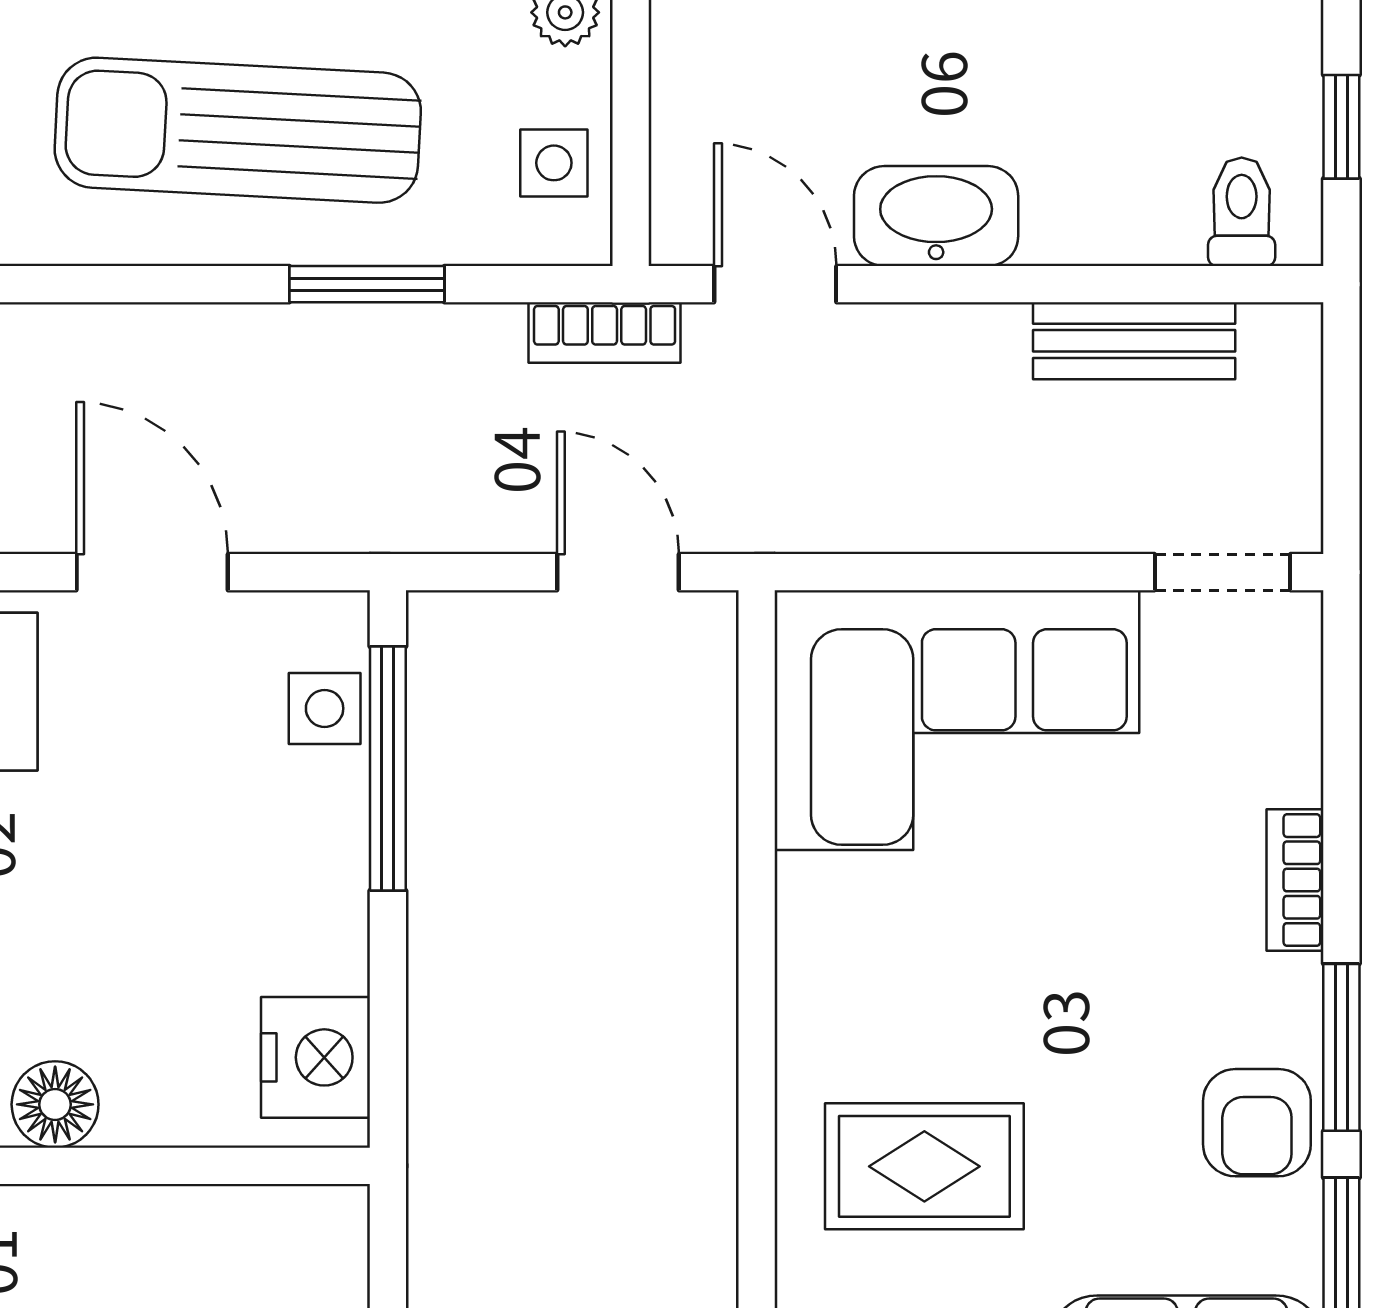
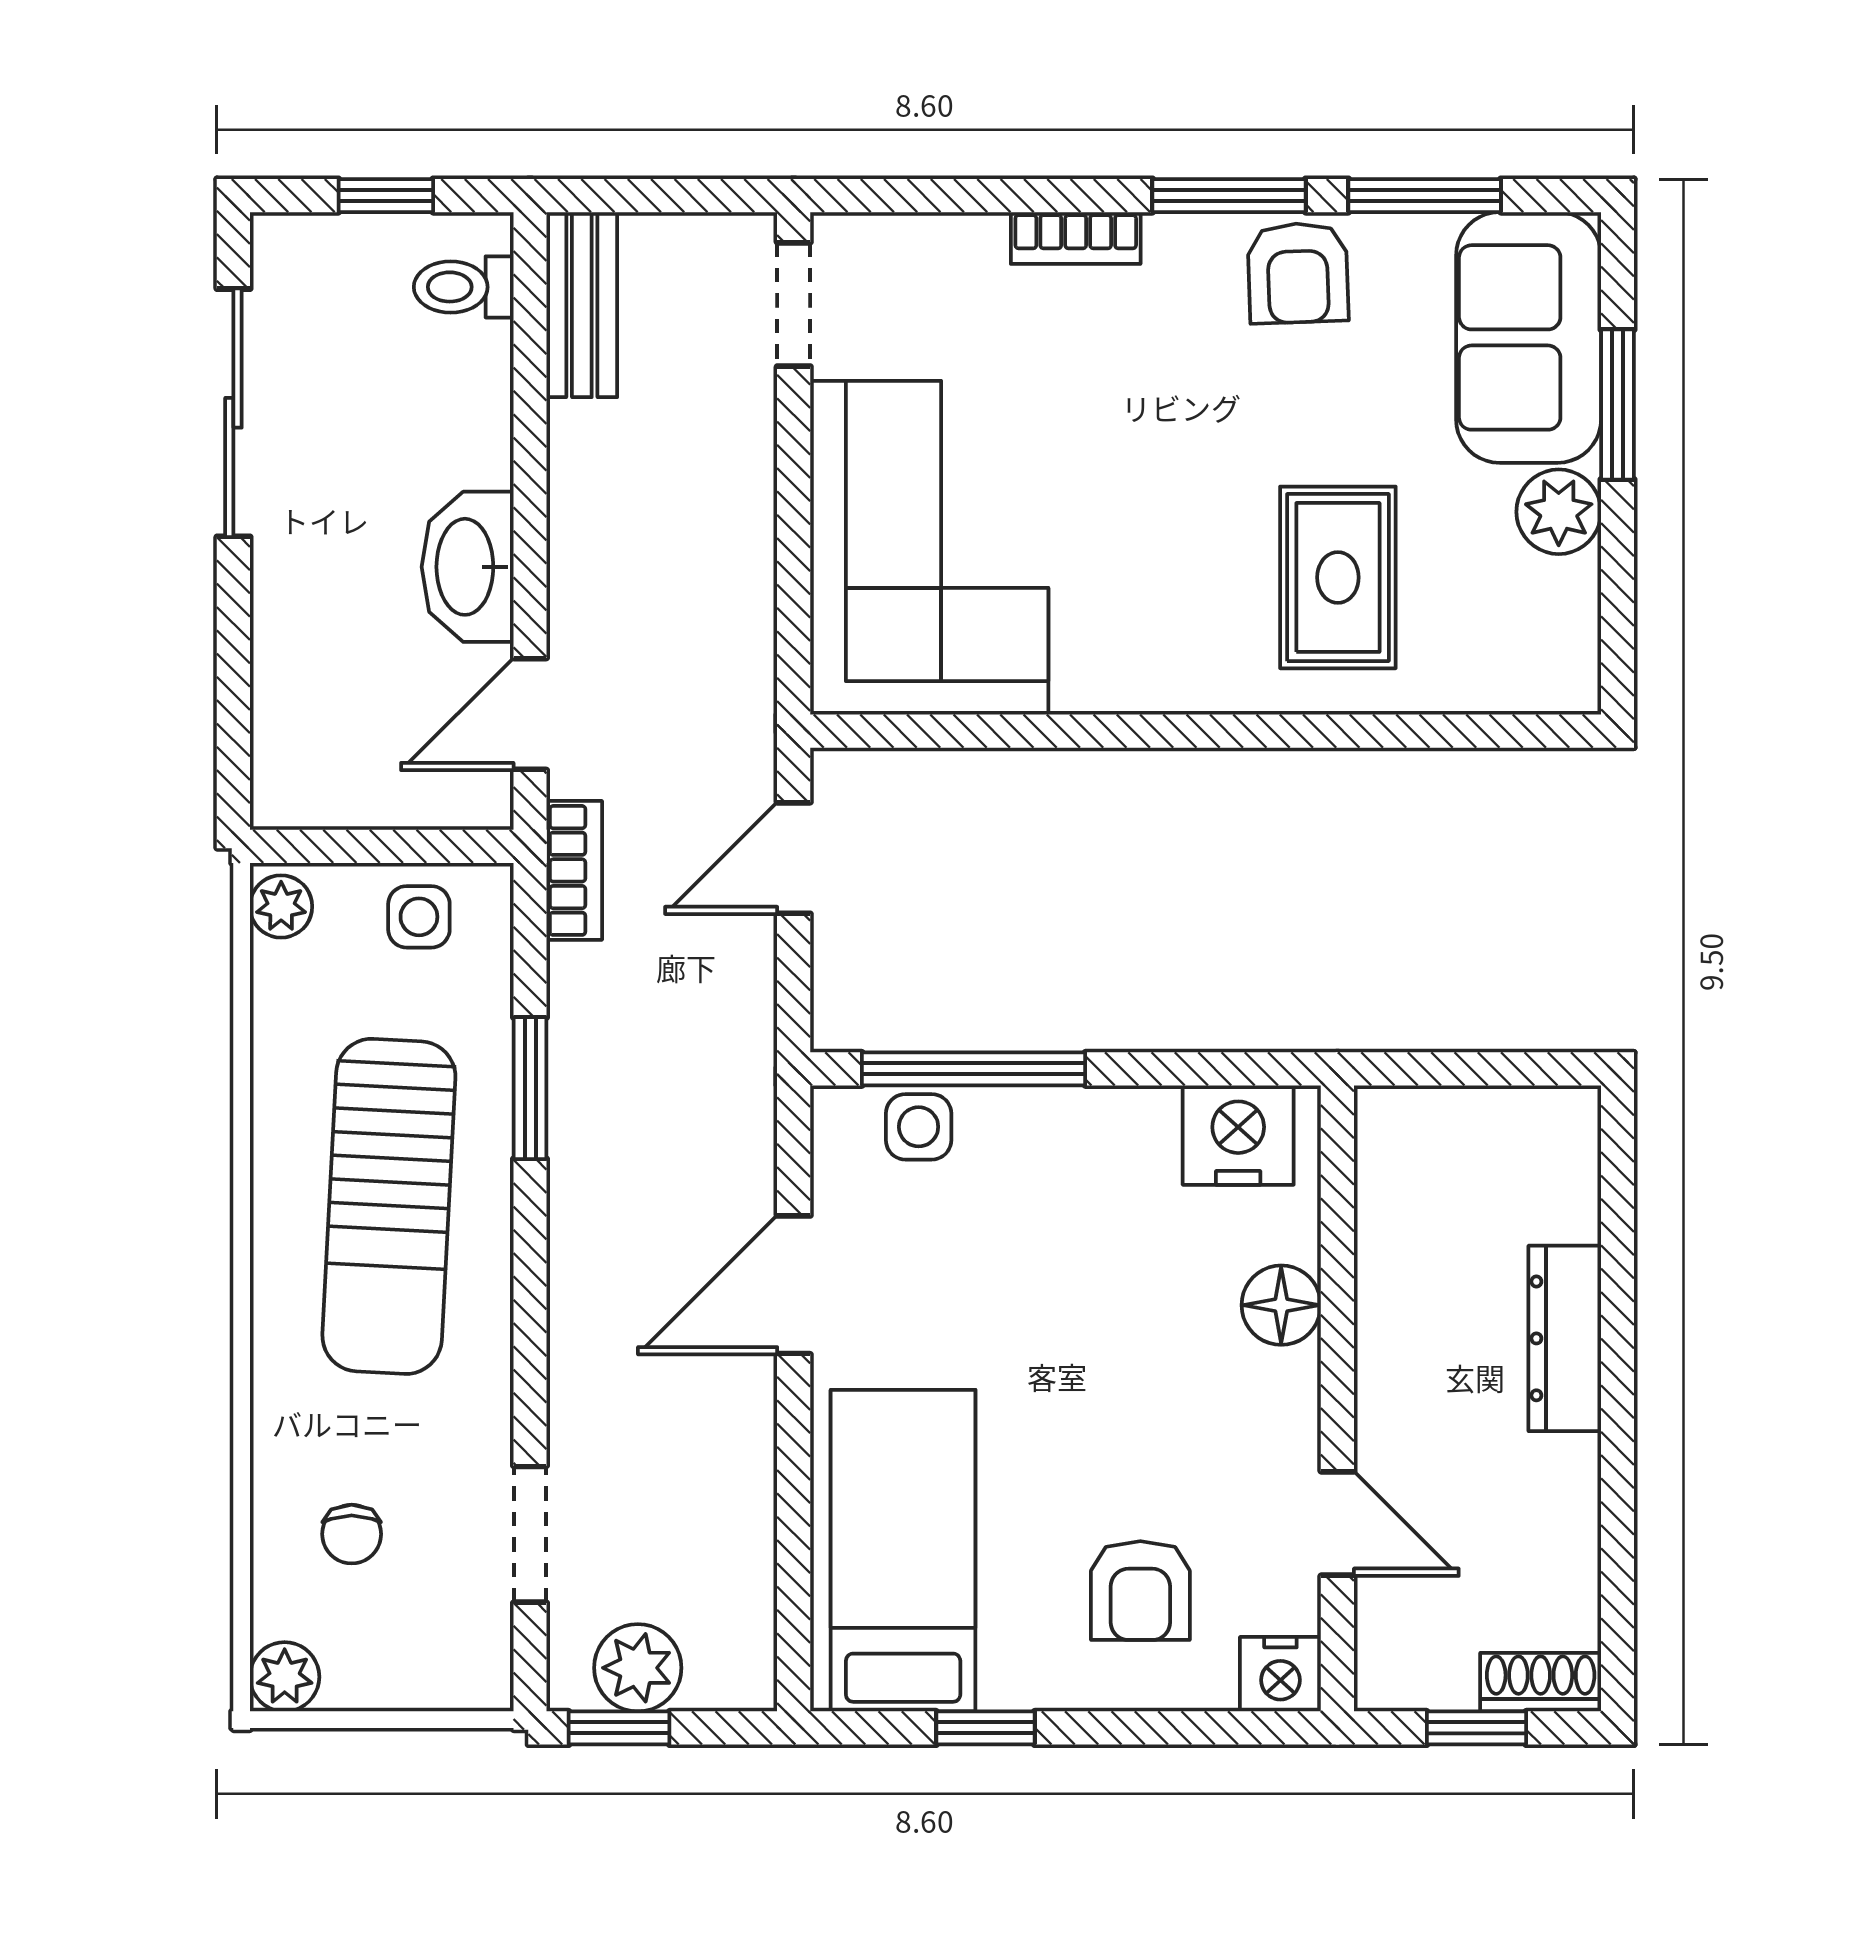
bench: (1134, 341) -> (582, 305), moved
floor lamp: (55, 1104) -> (1281, 1305), moved
armchair: (1257, 1123) -> (1298, 273), turned 88

